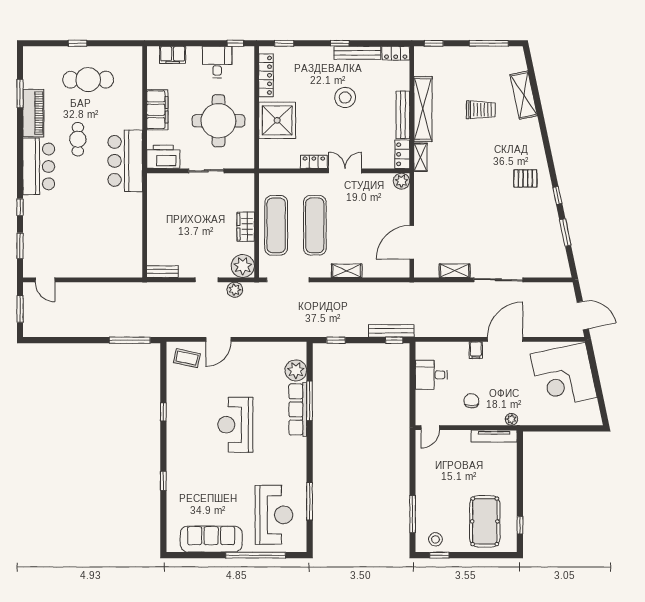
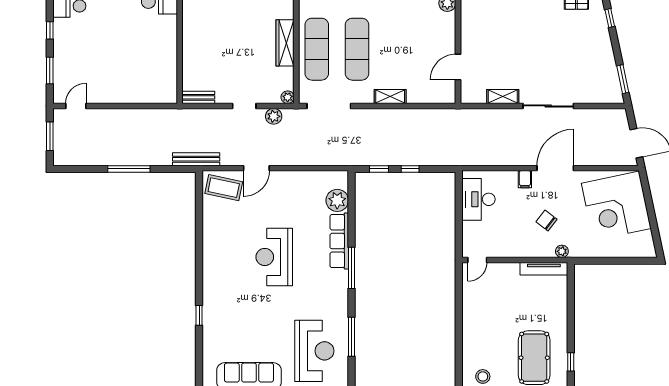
wardrobe: (246, 227) -> (285, 43), width x1.50
window: (565, 232) -> (623, 79), moved
door: (412, 242) -> (458, 67), width x0.73
plant: (243, 266) -> (288, 97), width x0.53, depth x0.53
door: (45, 280) -> (76, 106), swing flipped
bench: (391, 331) -> (196, 159), moved
window: (130, 340) -> (129, 169), moved
window: (394, 340) -> (410, 169), moved
coffee table: (187, 358) -> (224, 188), width x1.36, depth x1.30
desk: (431, 375) -> (478, 199), width x1.37
window: (310, 401) -> (352, 268), moved
chair: (471, 401) -> (546, 221), moved, turned -52
window: (163, 412) -> (199, 244), removed
window: (413, 514) -> (459, 350), removed

